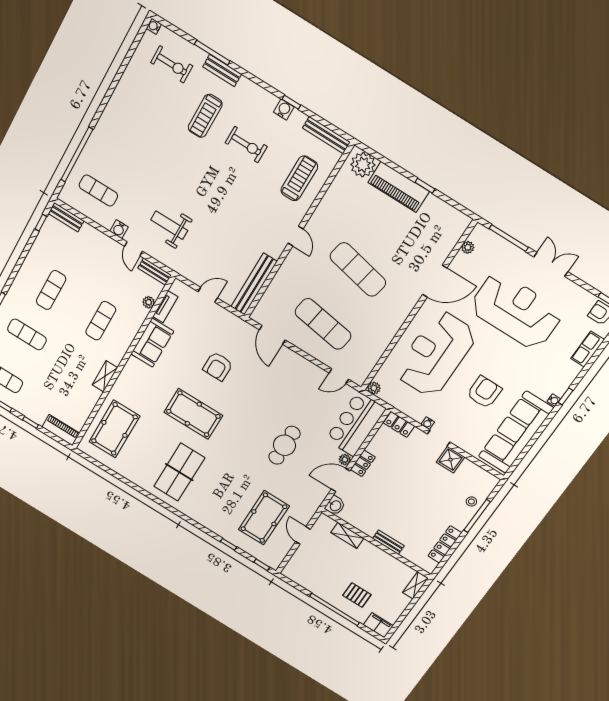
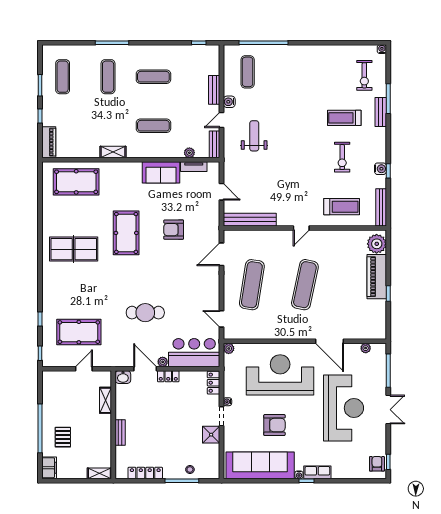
bench: (66, 217) -> (214, 90), moved
row of seats: (588, 349) -> (317, 472), moved

